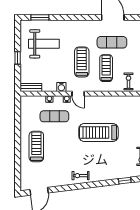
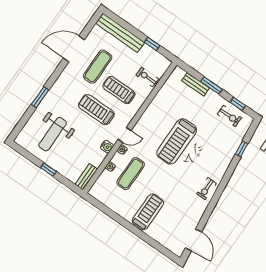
window: (40, 17) -> (40, 97), moved
weight bench: (44, 44) -> (53, 134), turned 180
treadmill: (36, 147) -> (148, 212), turned 90

